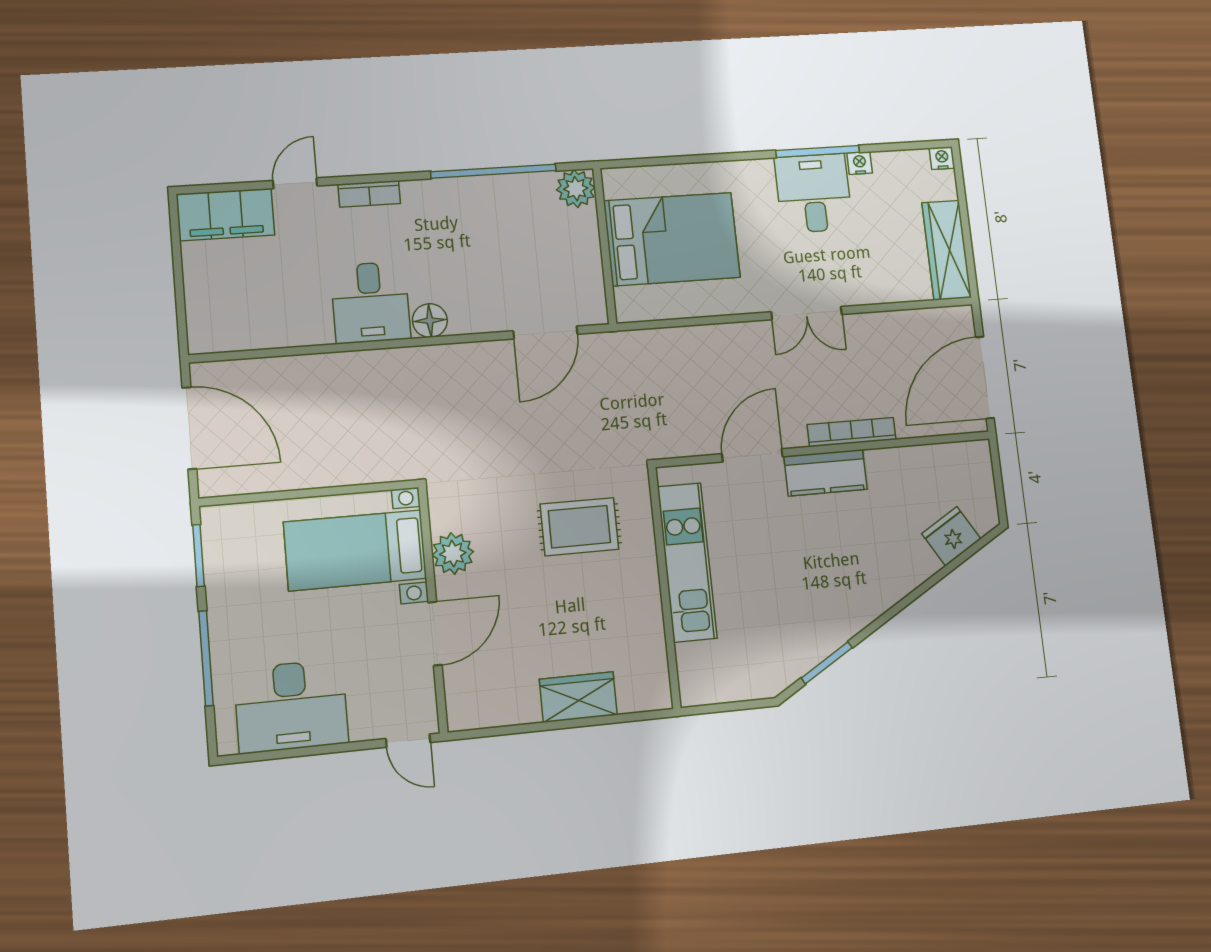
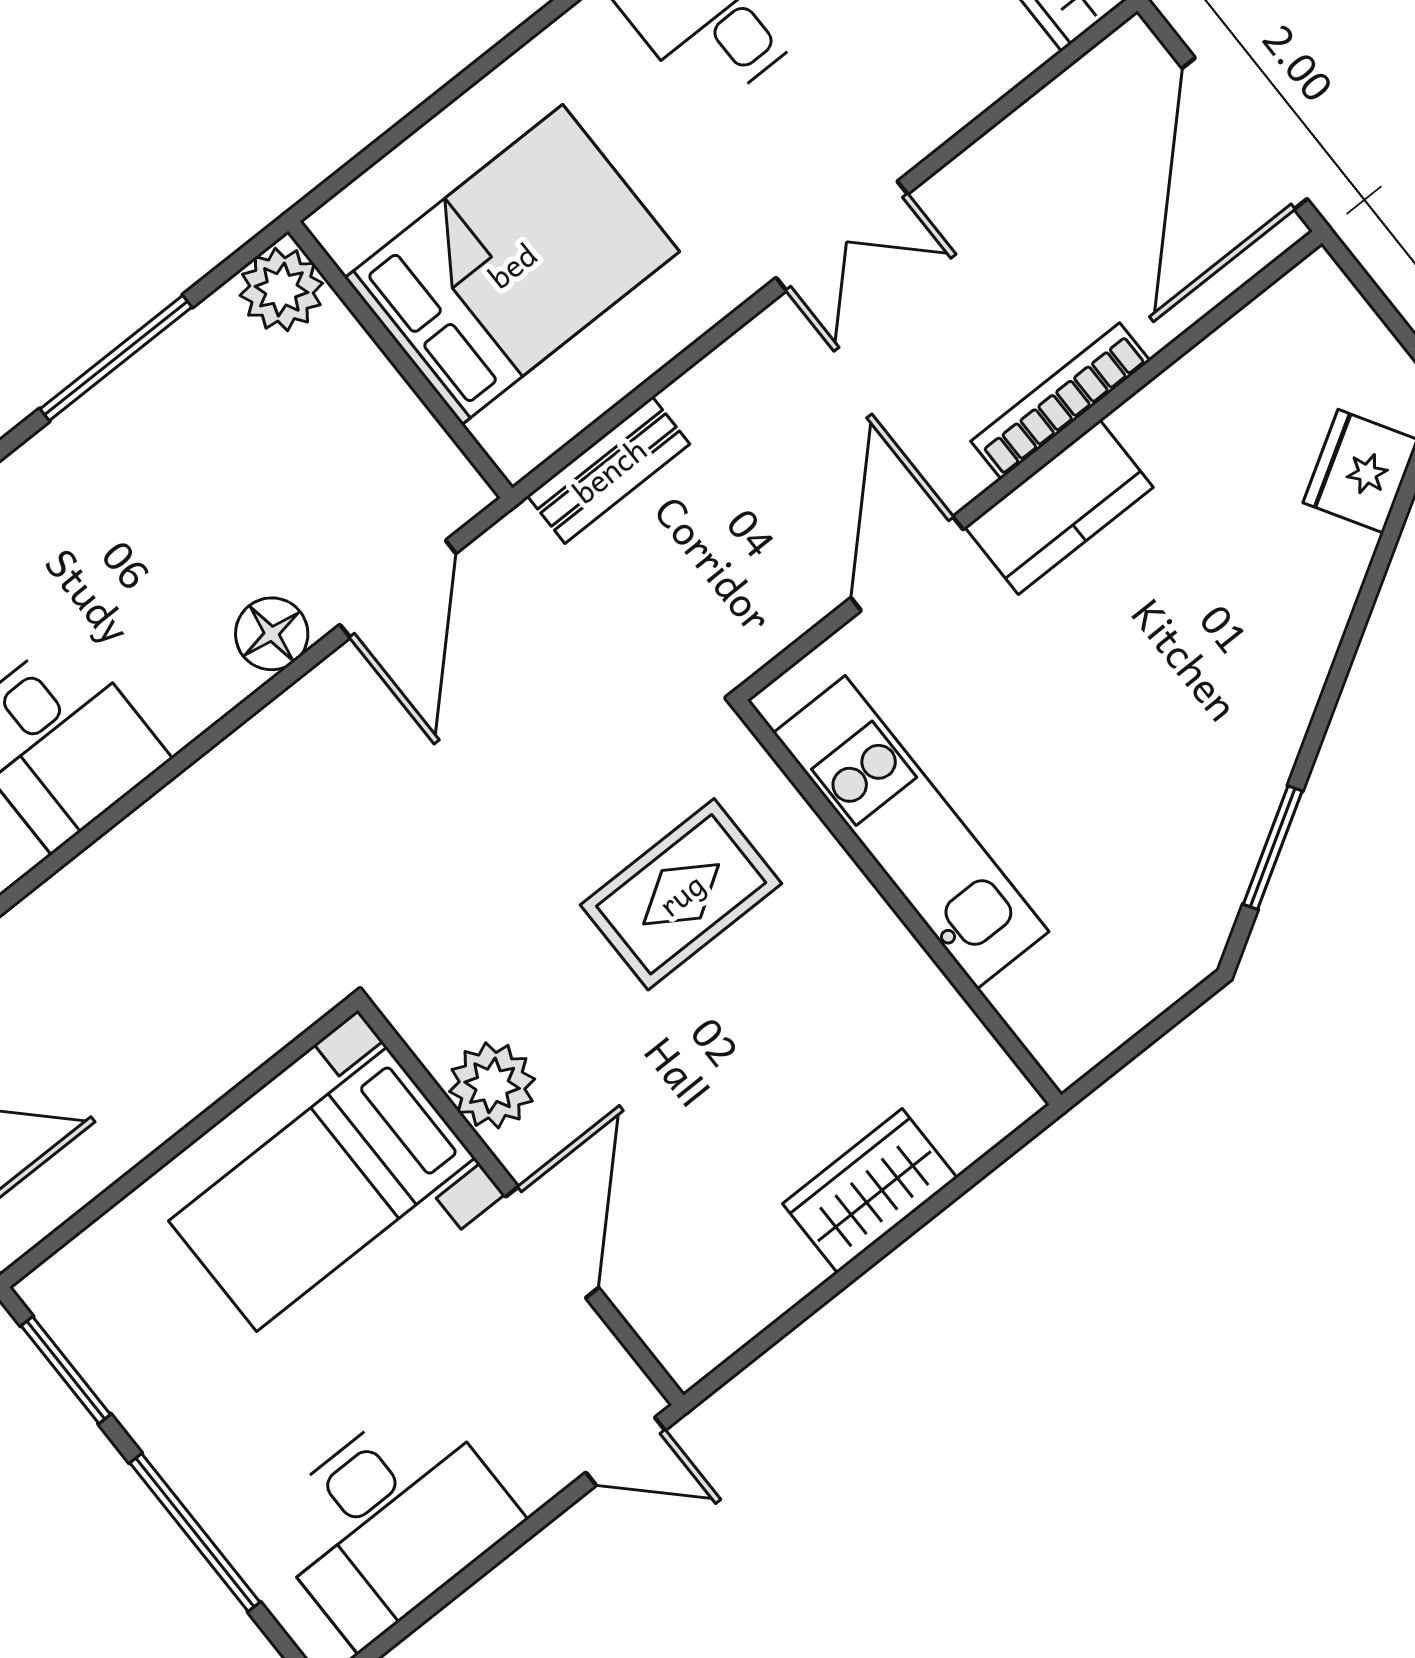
window: (494, 171) -> (116, 358), width x0.68
floor lamp: (430, 321) -> (272, 634), moved
bench: (659, 342) -> (609, 470), added

